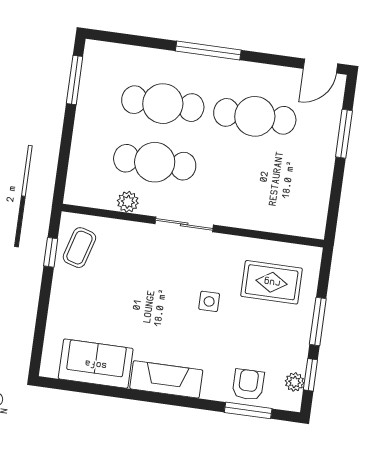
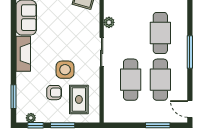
cafe table: (155, 162) -> (131, 80), moved
side table: (209, 301) -> (65, 70), width x1.87, depth x1.87
armchair: (248, 385) -> (54, 93), moved

